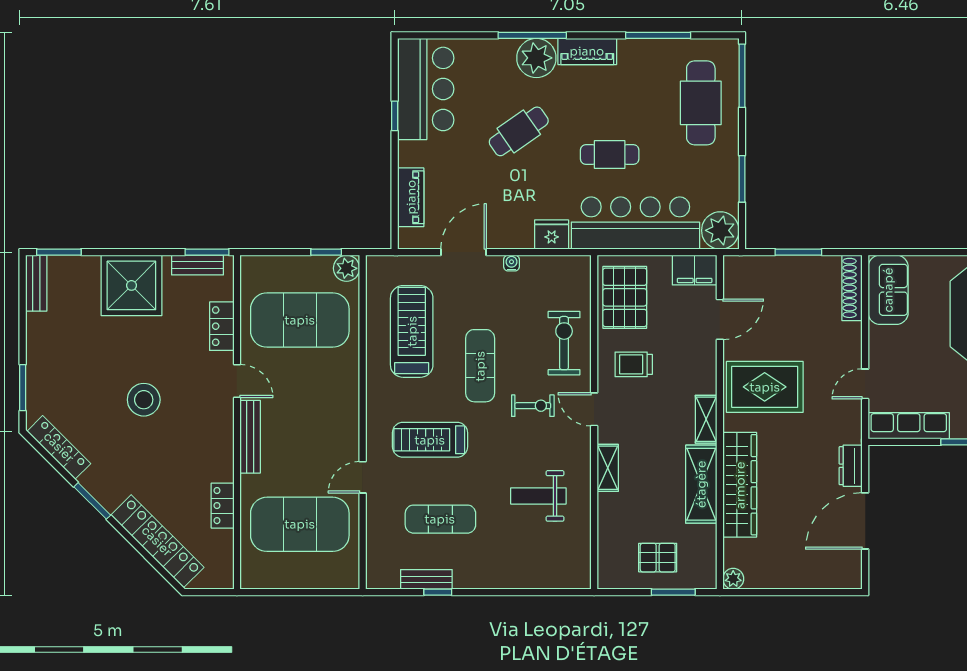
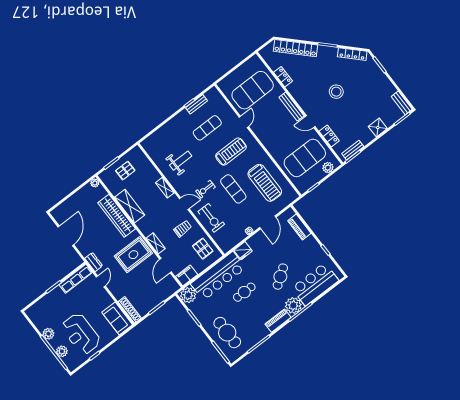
bar counter: (426, 89) -> (315, 284), moved, turned 90
plant: (347, 268) -> (328, 168), moved
shower: (131, 285) -> (378, 128), width x0.54, depth x0.54
pallet: (625, 297) -> (203, 249), width x0.67, depth x0.71
shelving: (706, 419) -> (156, 243), moved
dresser: (851, 466) -> (94, 262), moved

